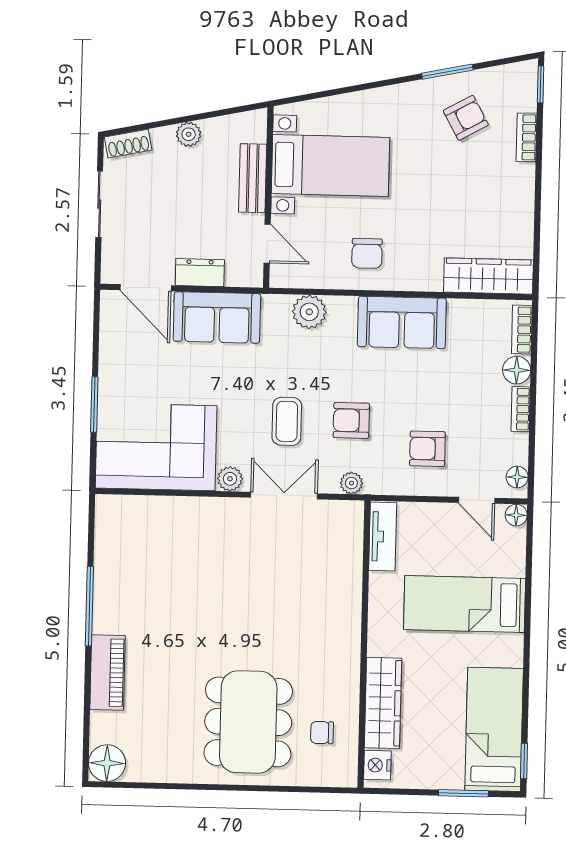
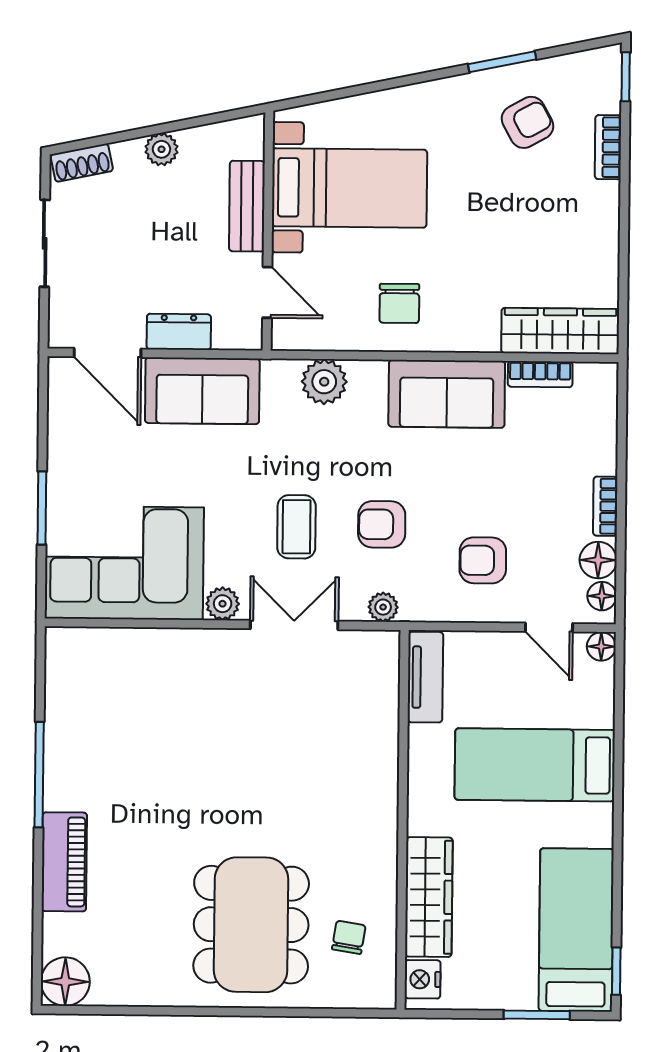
bookcase: (522, 330) -> (540, 374), moved, turned -90
floor lamp: (517, 370) -> (598, 560), moved
chair: (322, 733) -> (349, 937), turned 99

